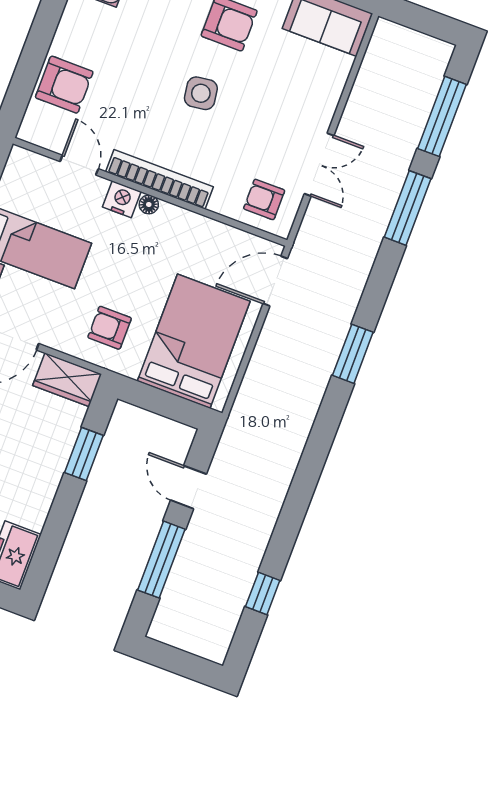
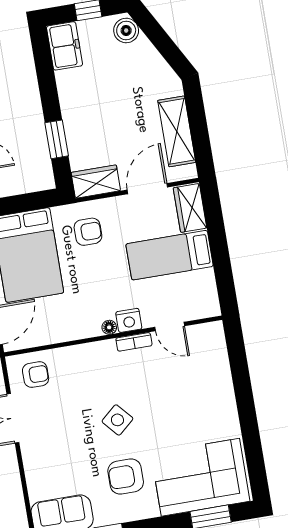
armchair: (64, 85) -> (210, 374), removed
side table: (201, 93) -> (117, 420), turned -33
bookcase: (159, 179) -> (134, 342), width x0.43, depth x0.76

